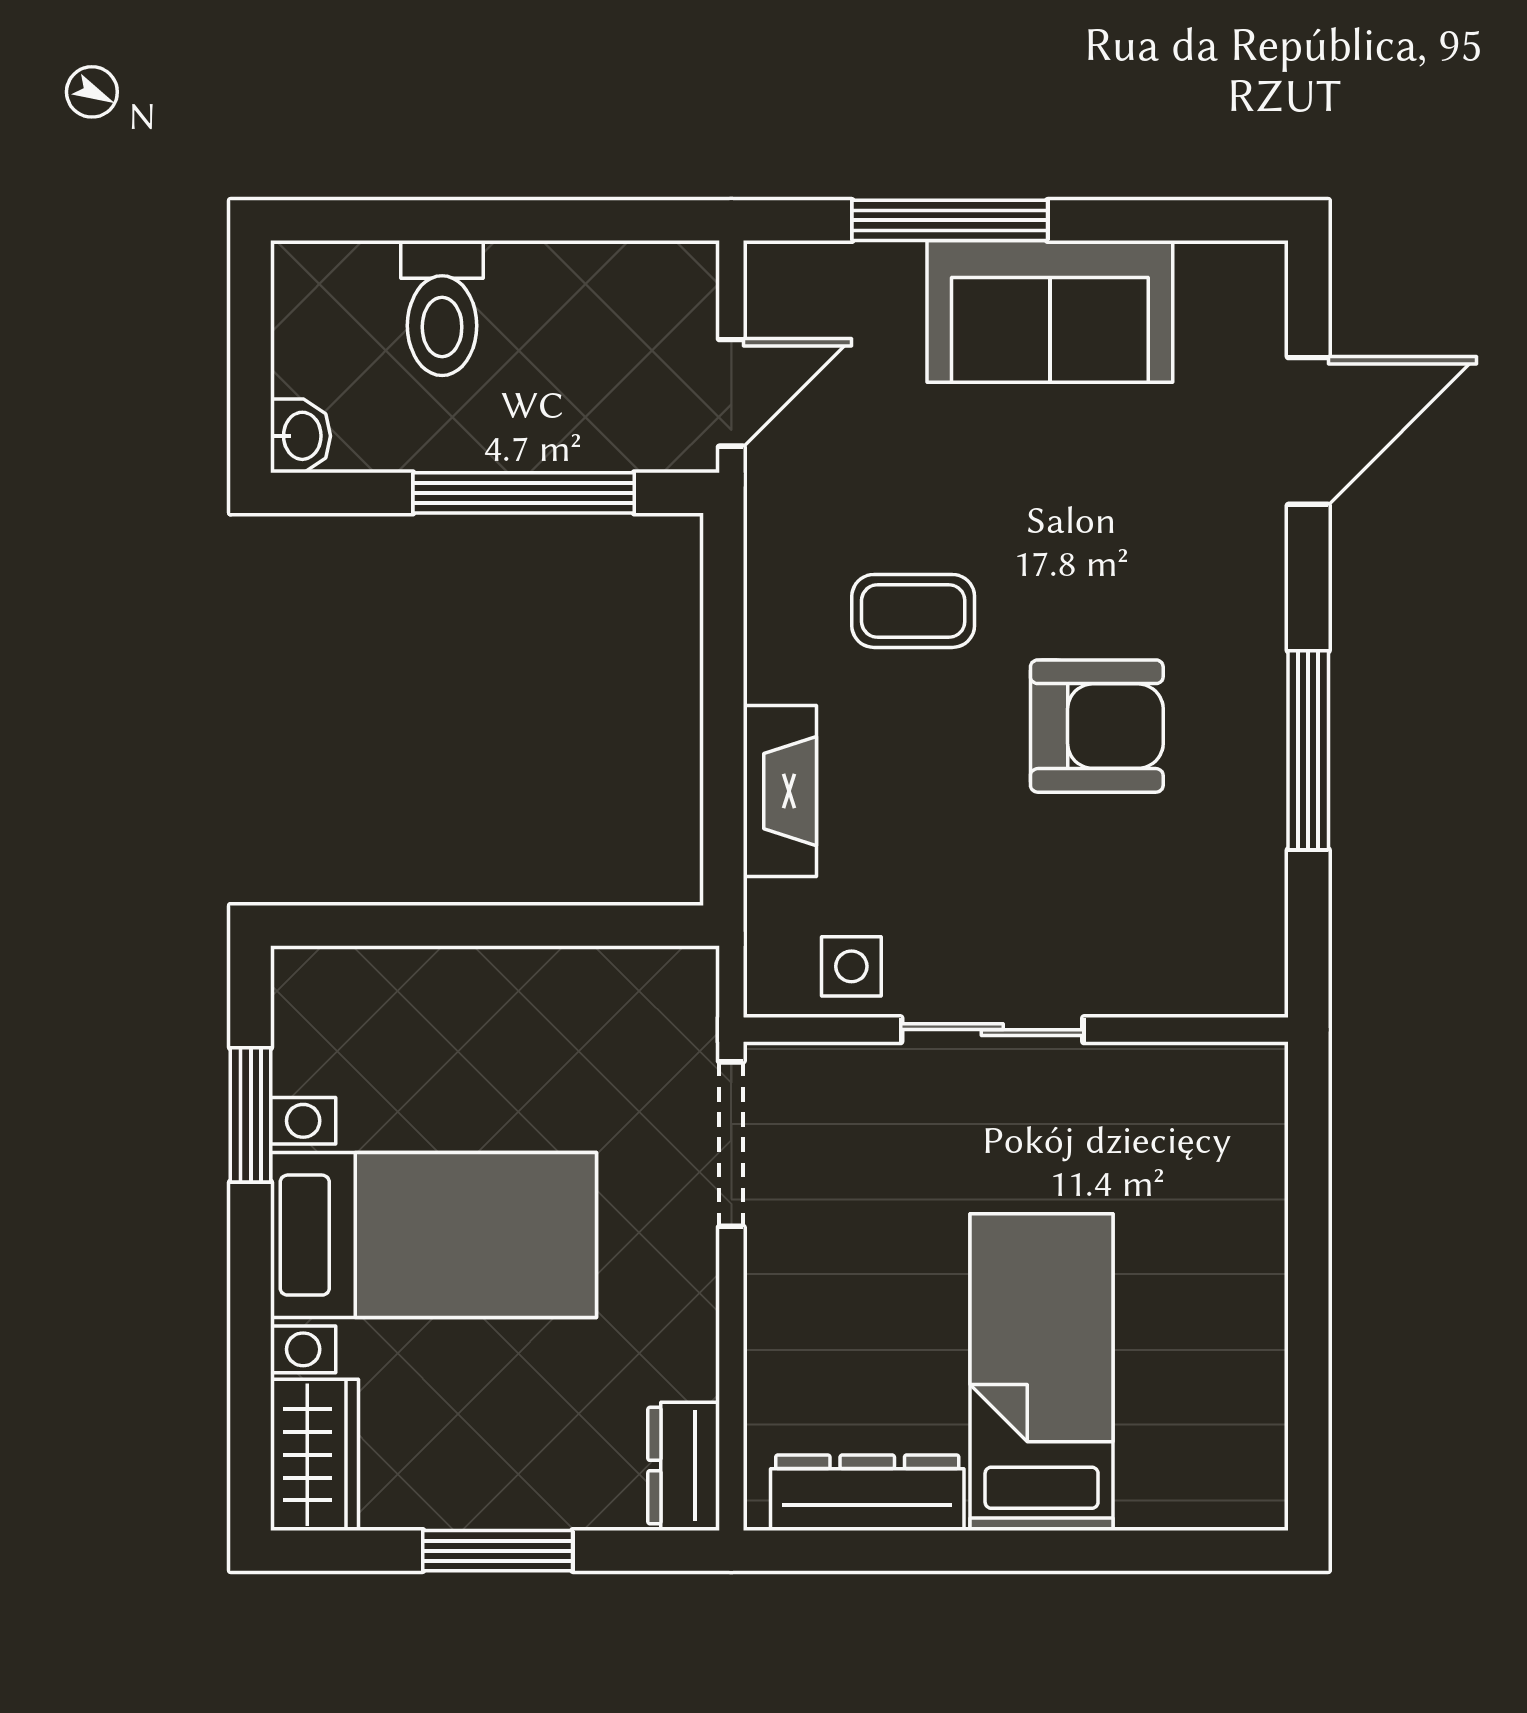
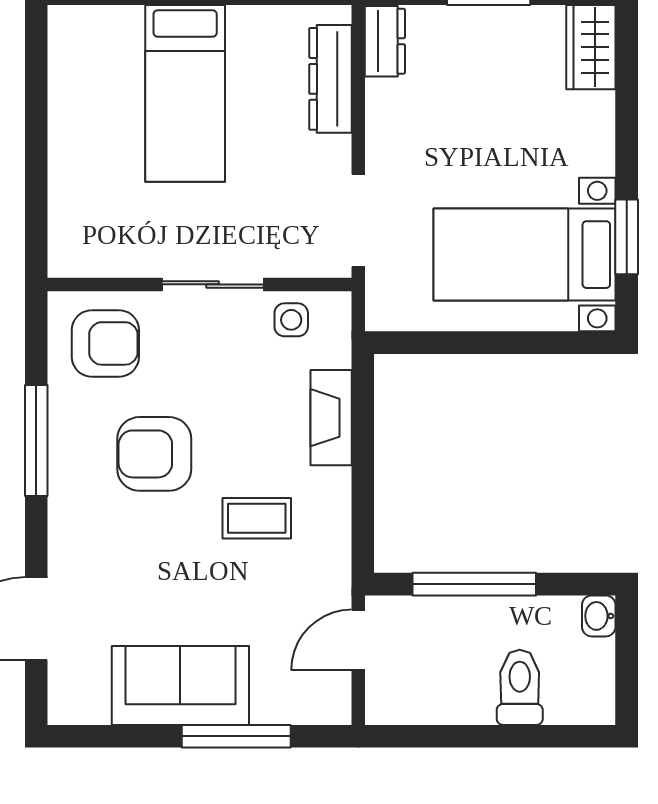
armchair: (1184, 924) -> (105, 343), added
bed with nightstands: (434, 1235) -> (524, 255), moved
dresser: (867, 1493) -> (330, 79), moved, turned 90

